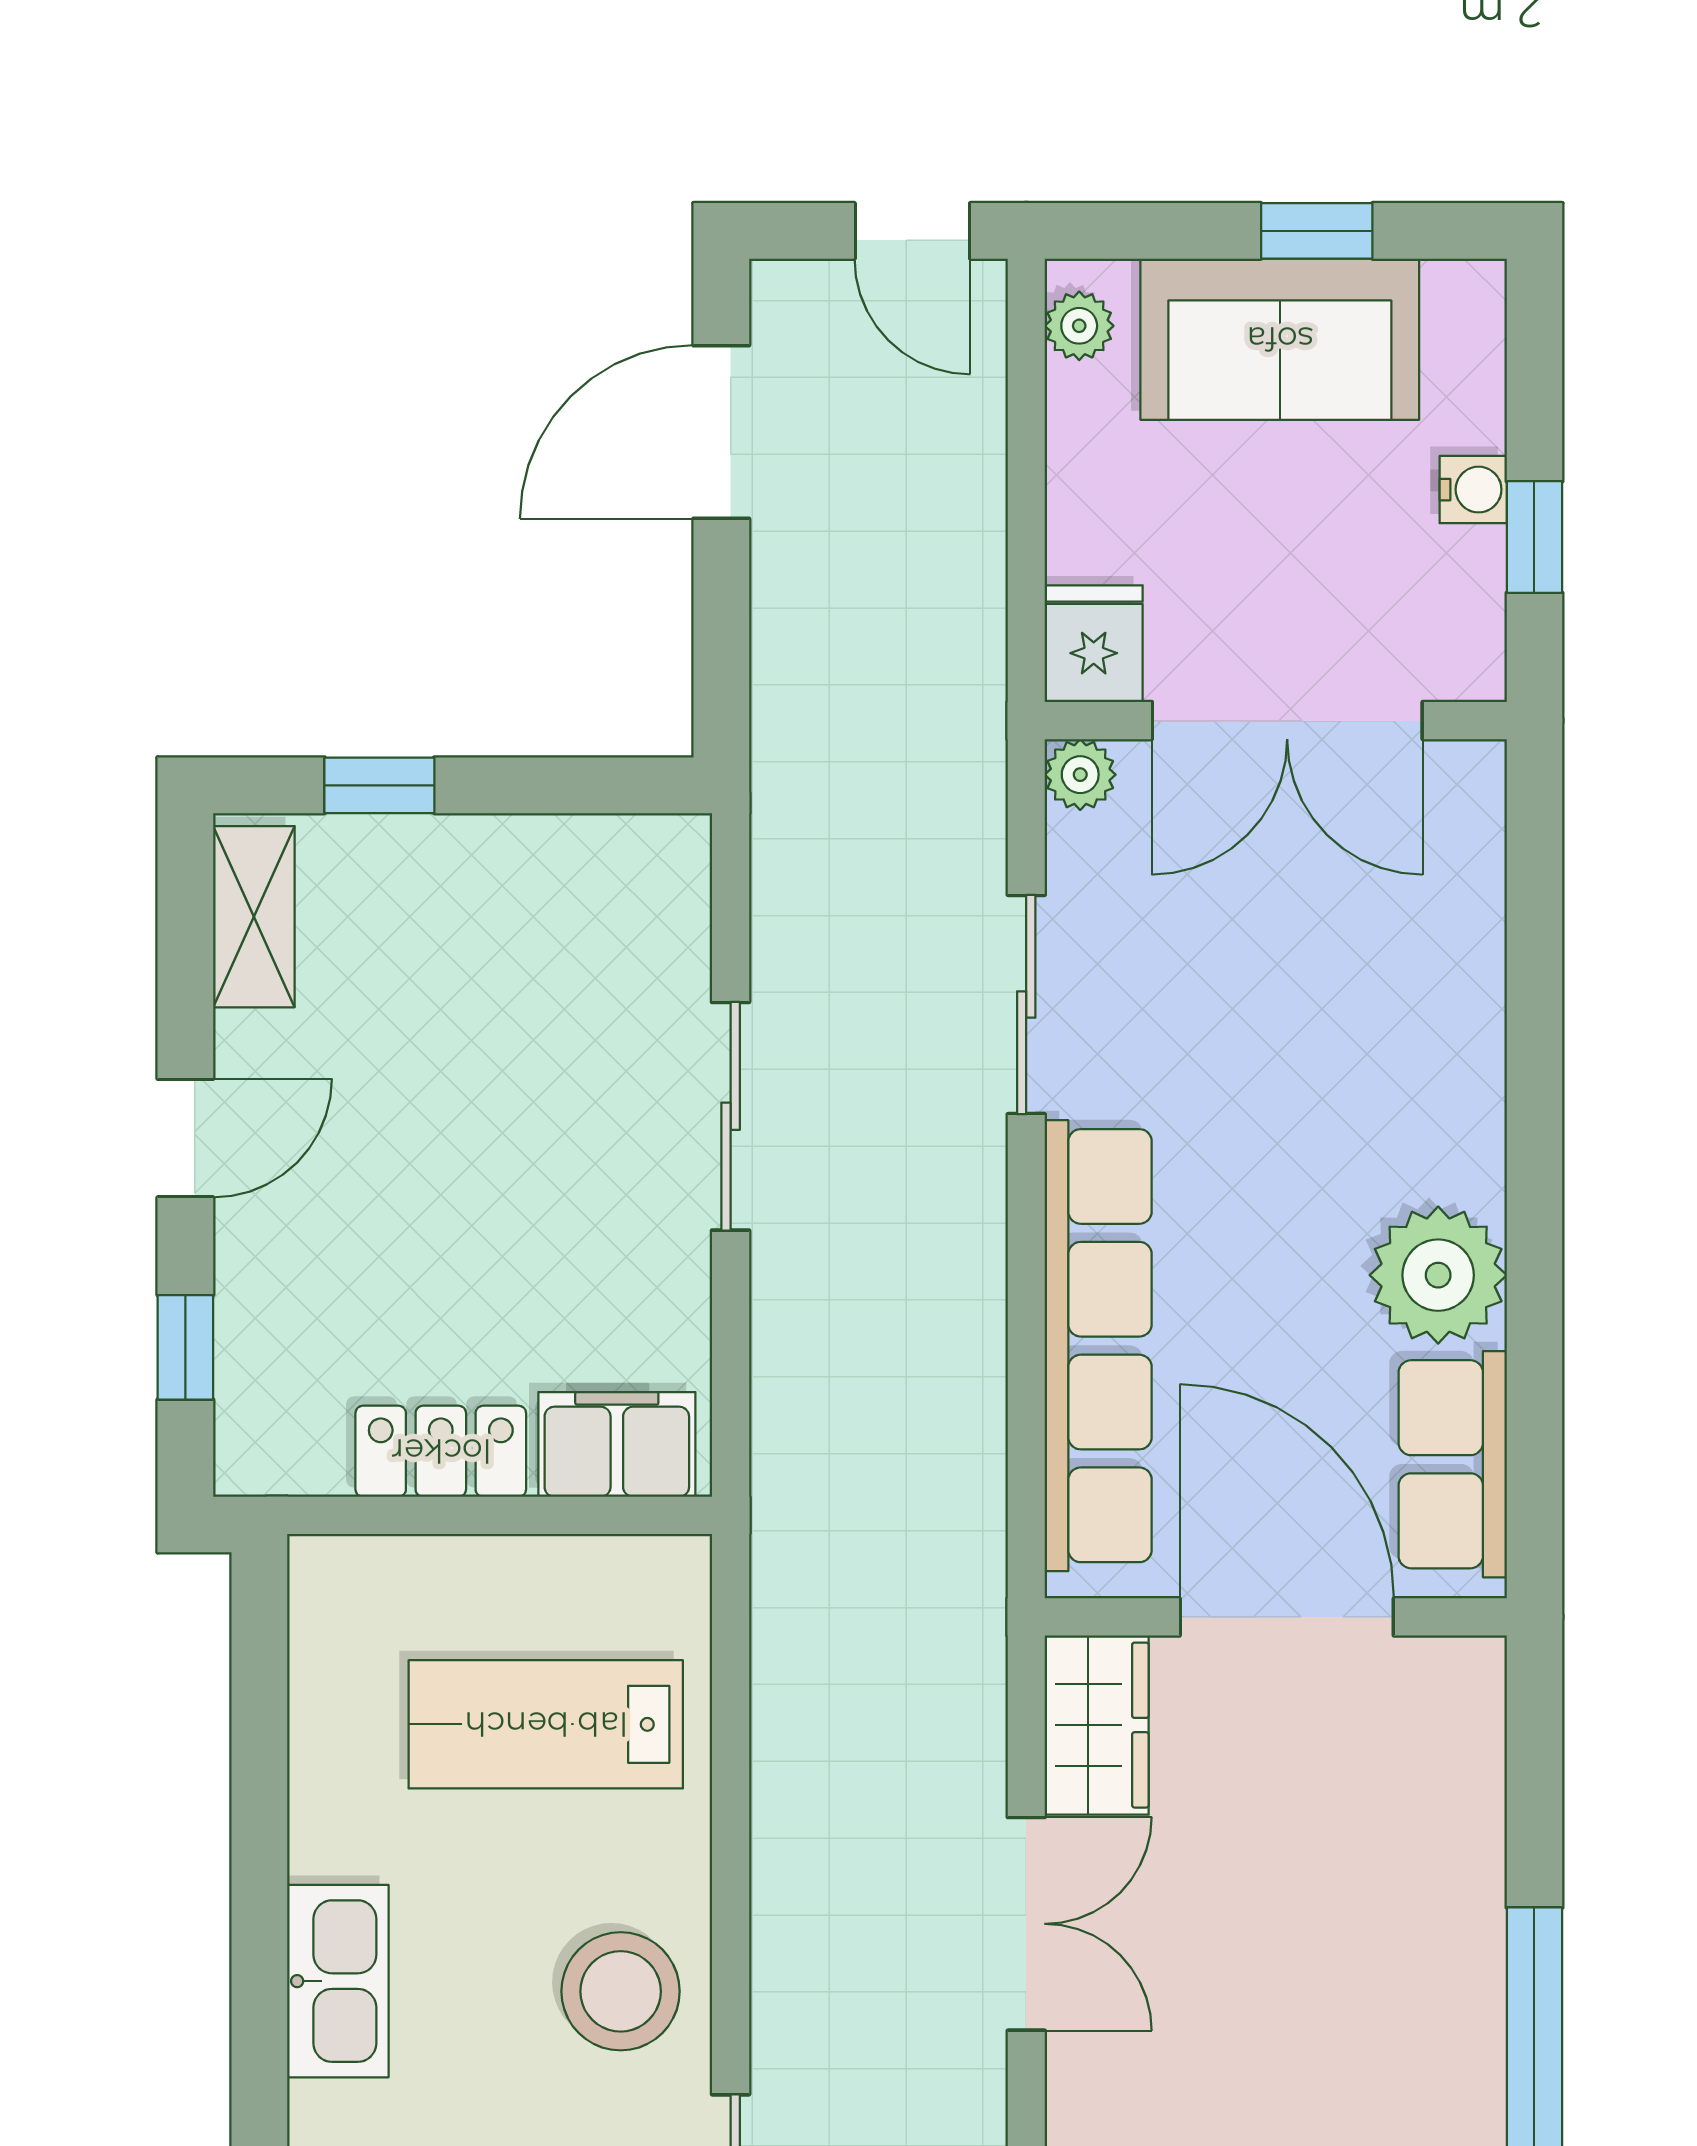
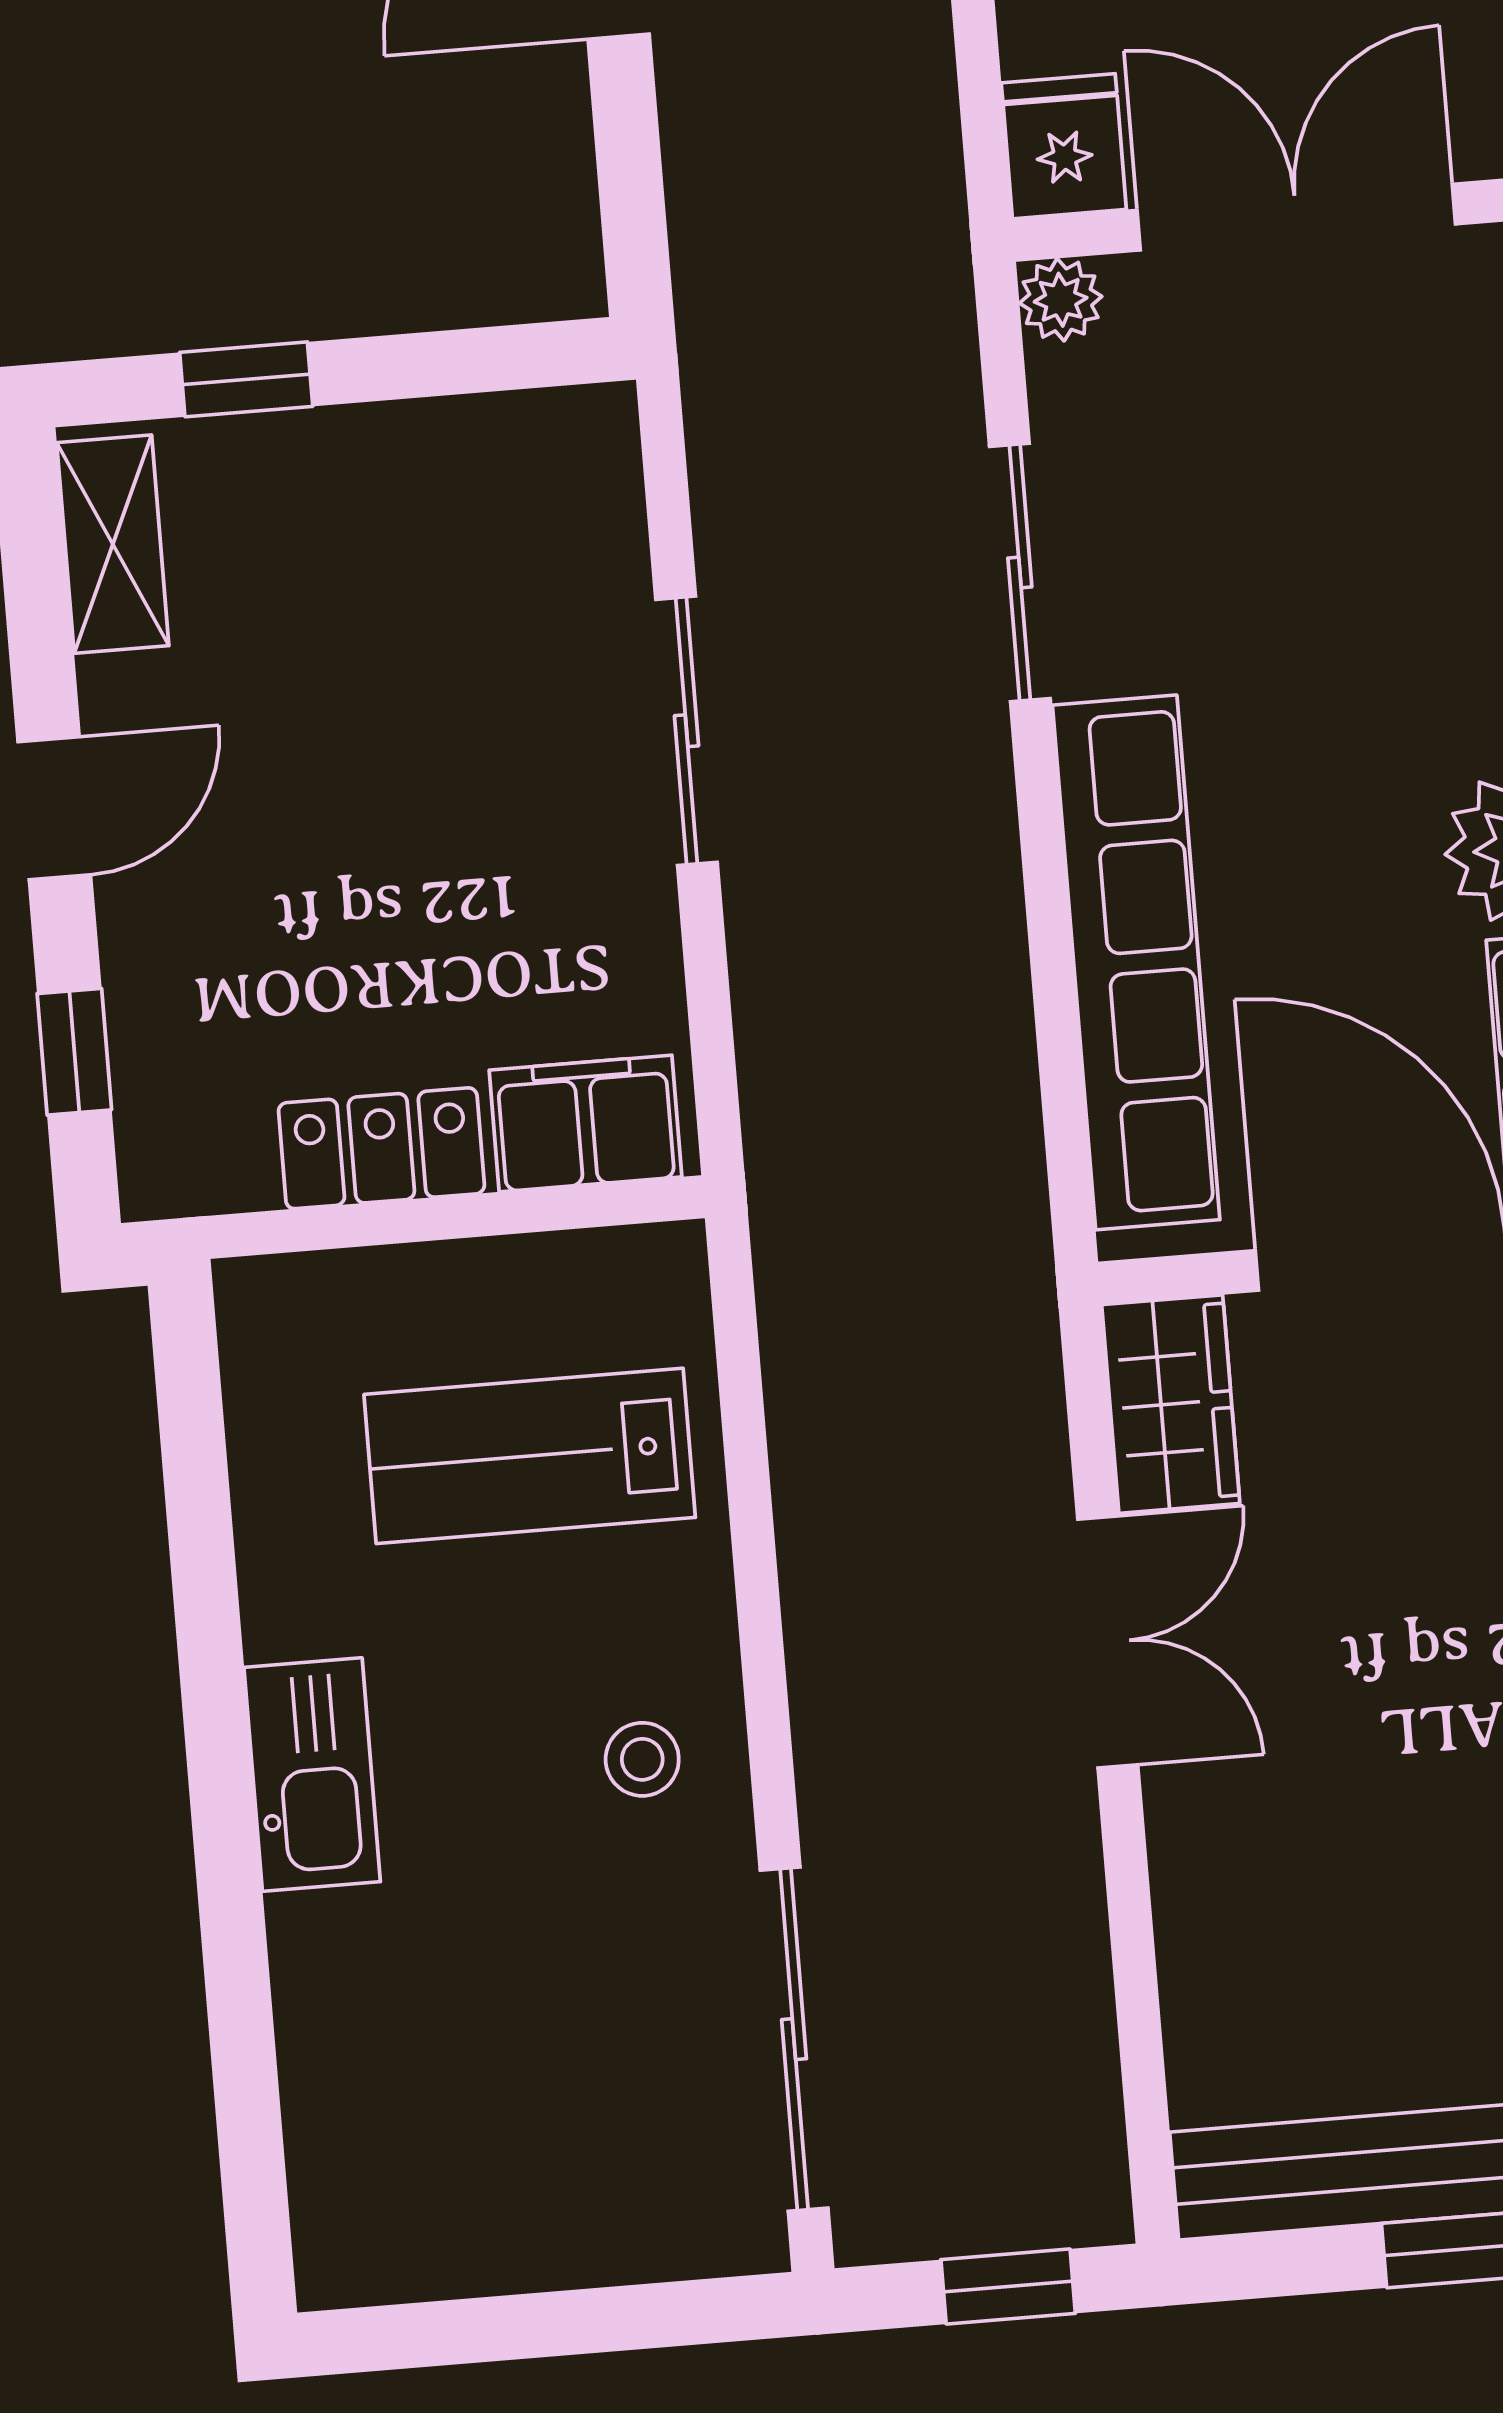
double door: (1287, 721) -> (1296, 217), swing flipped
stool: (621, 1991) -> (642, 1759), width x0.53, depth x0.53

